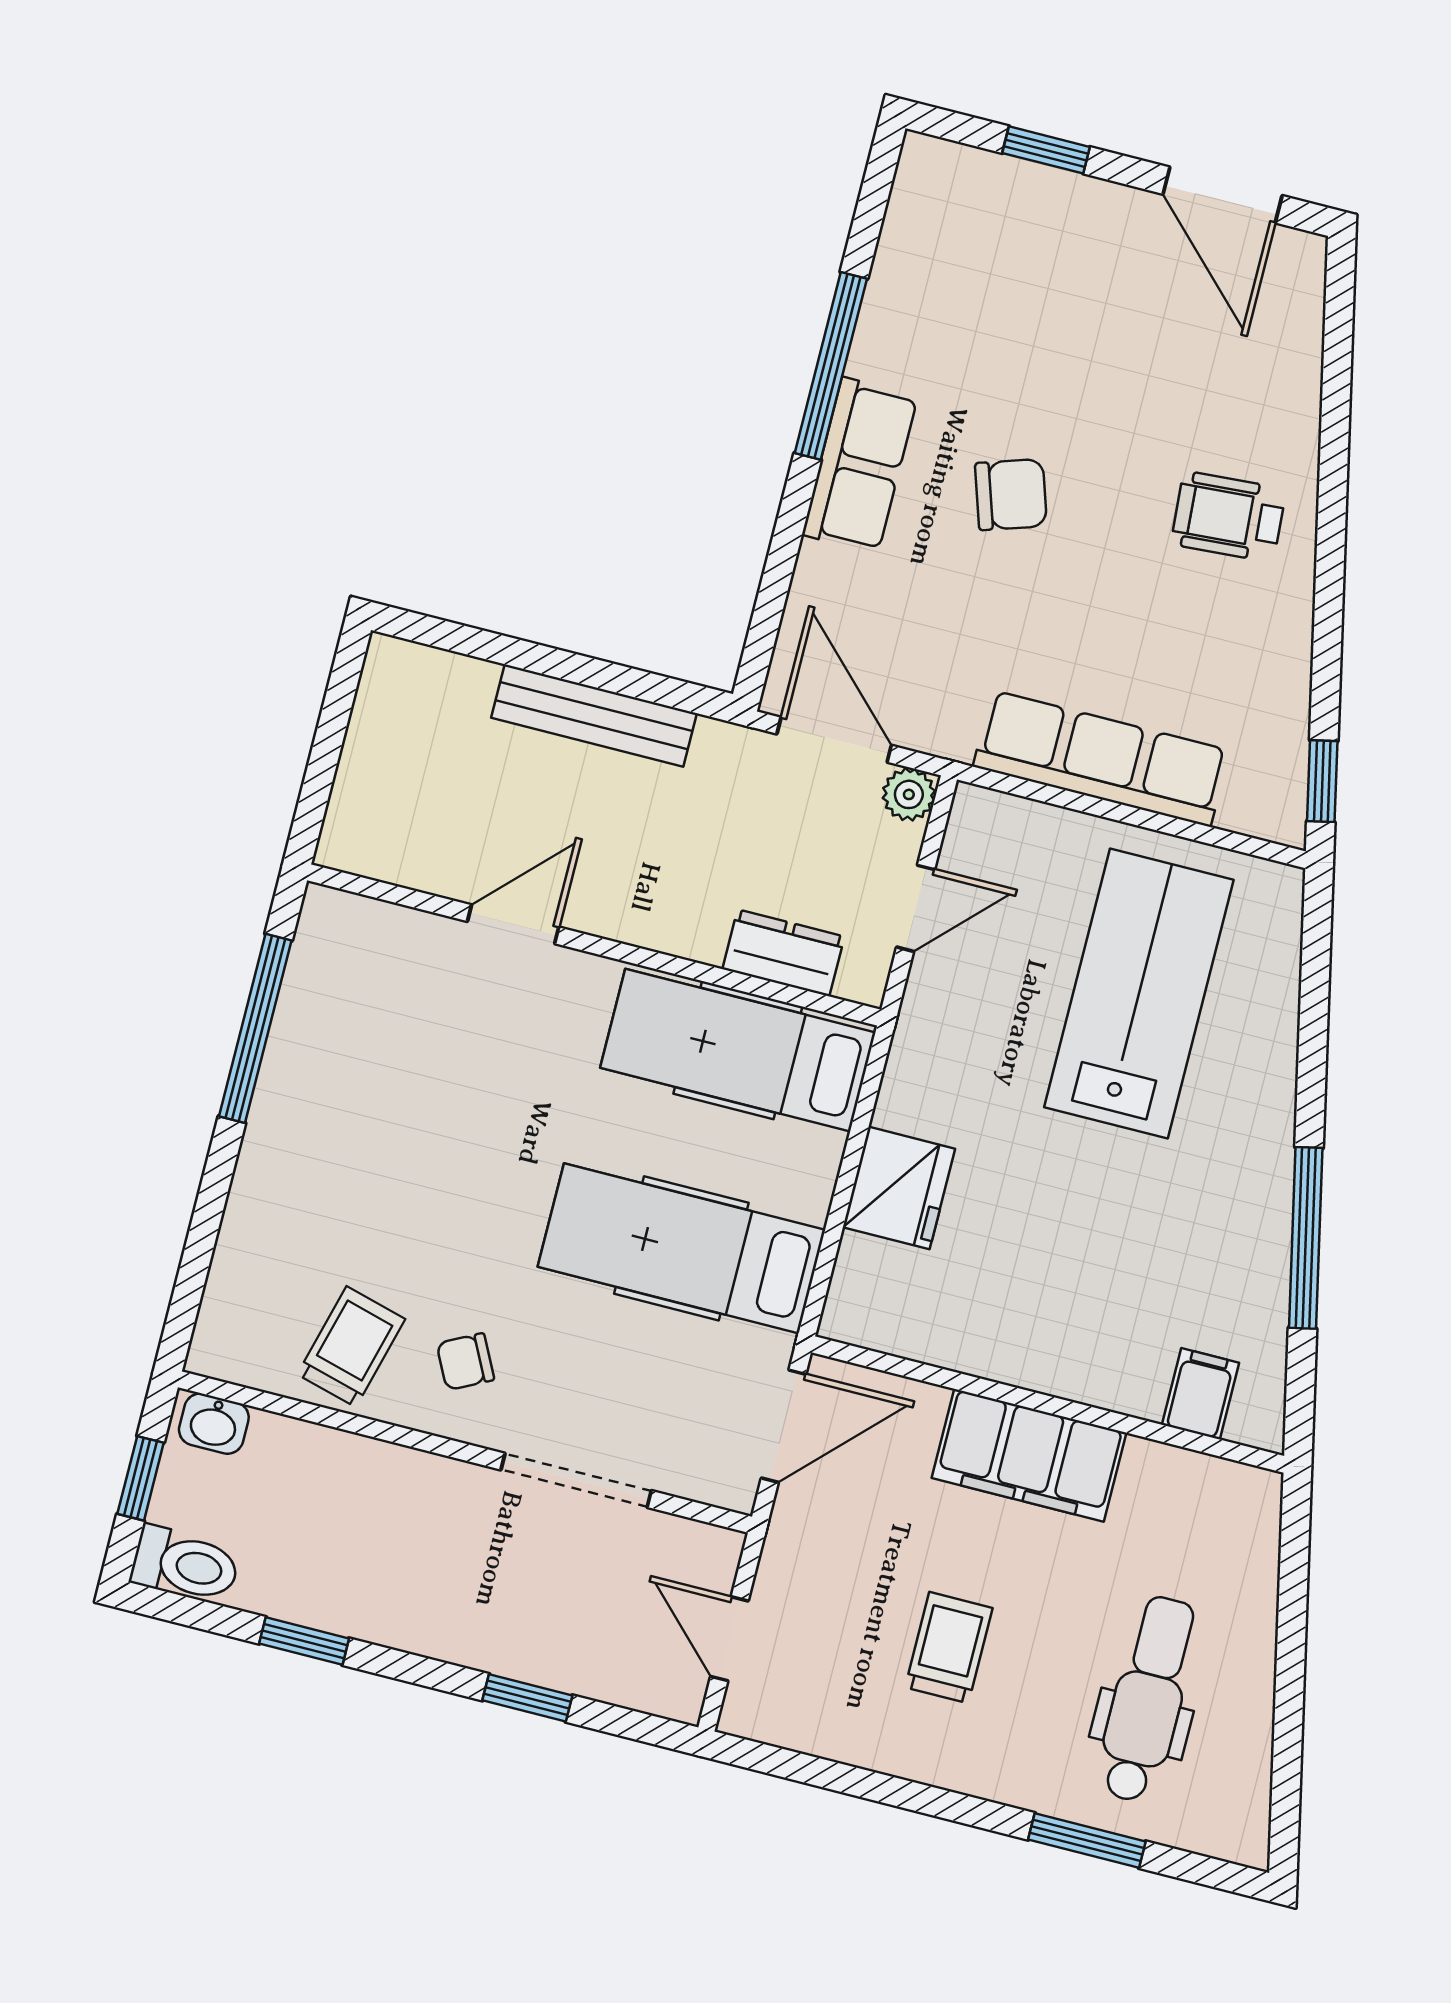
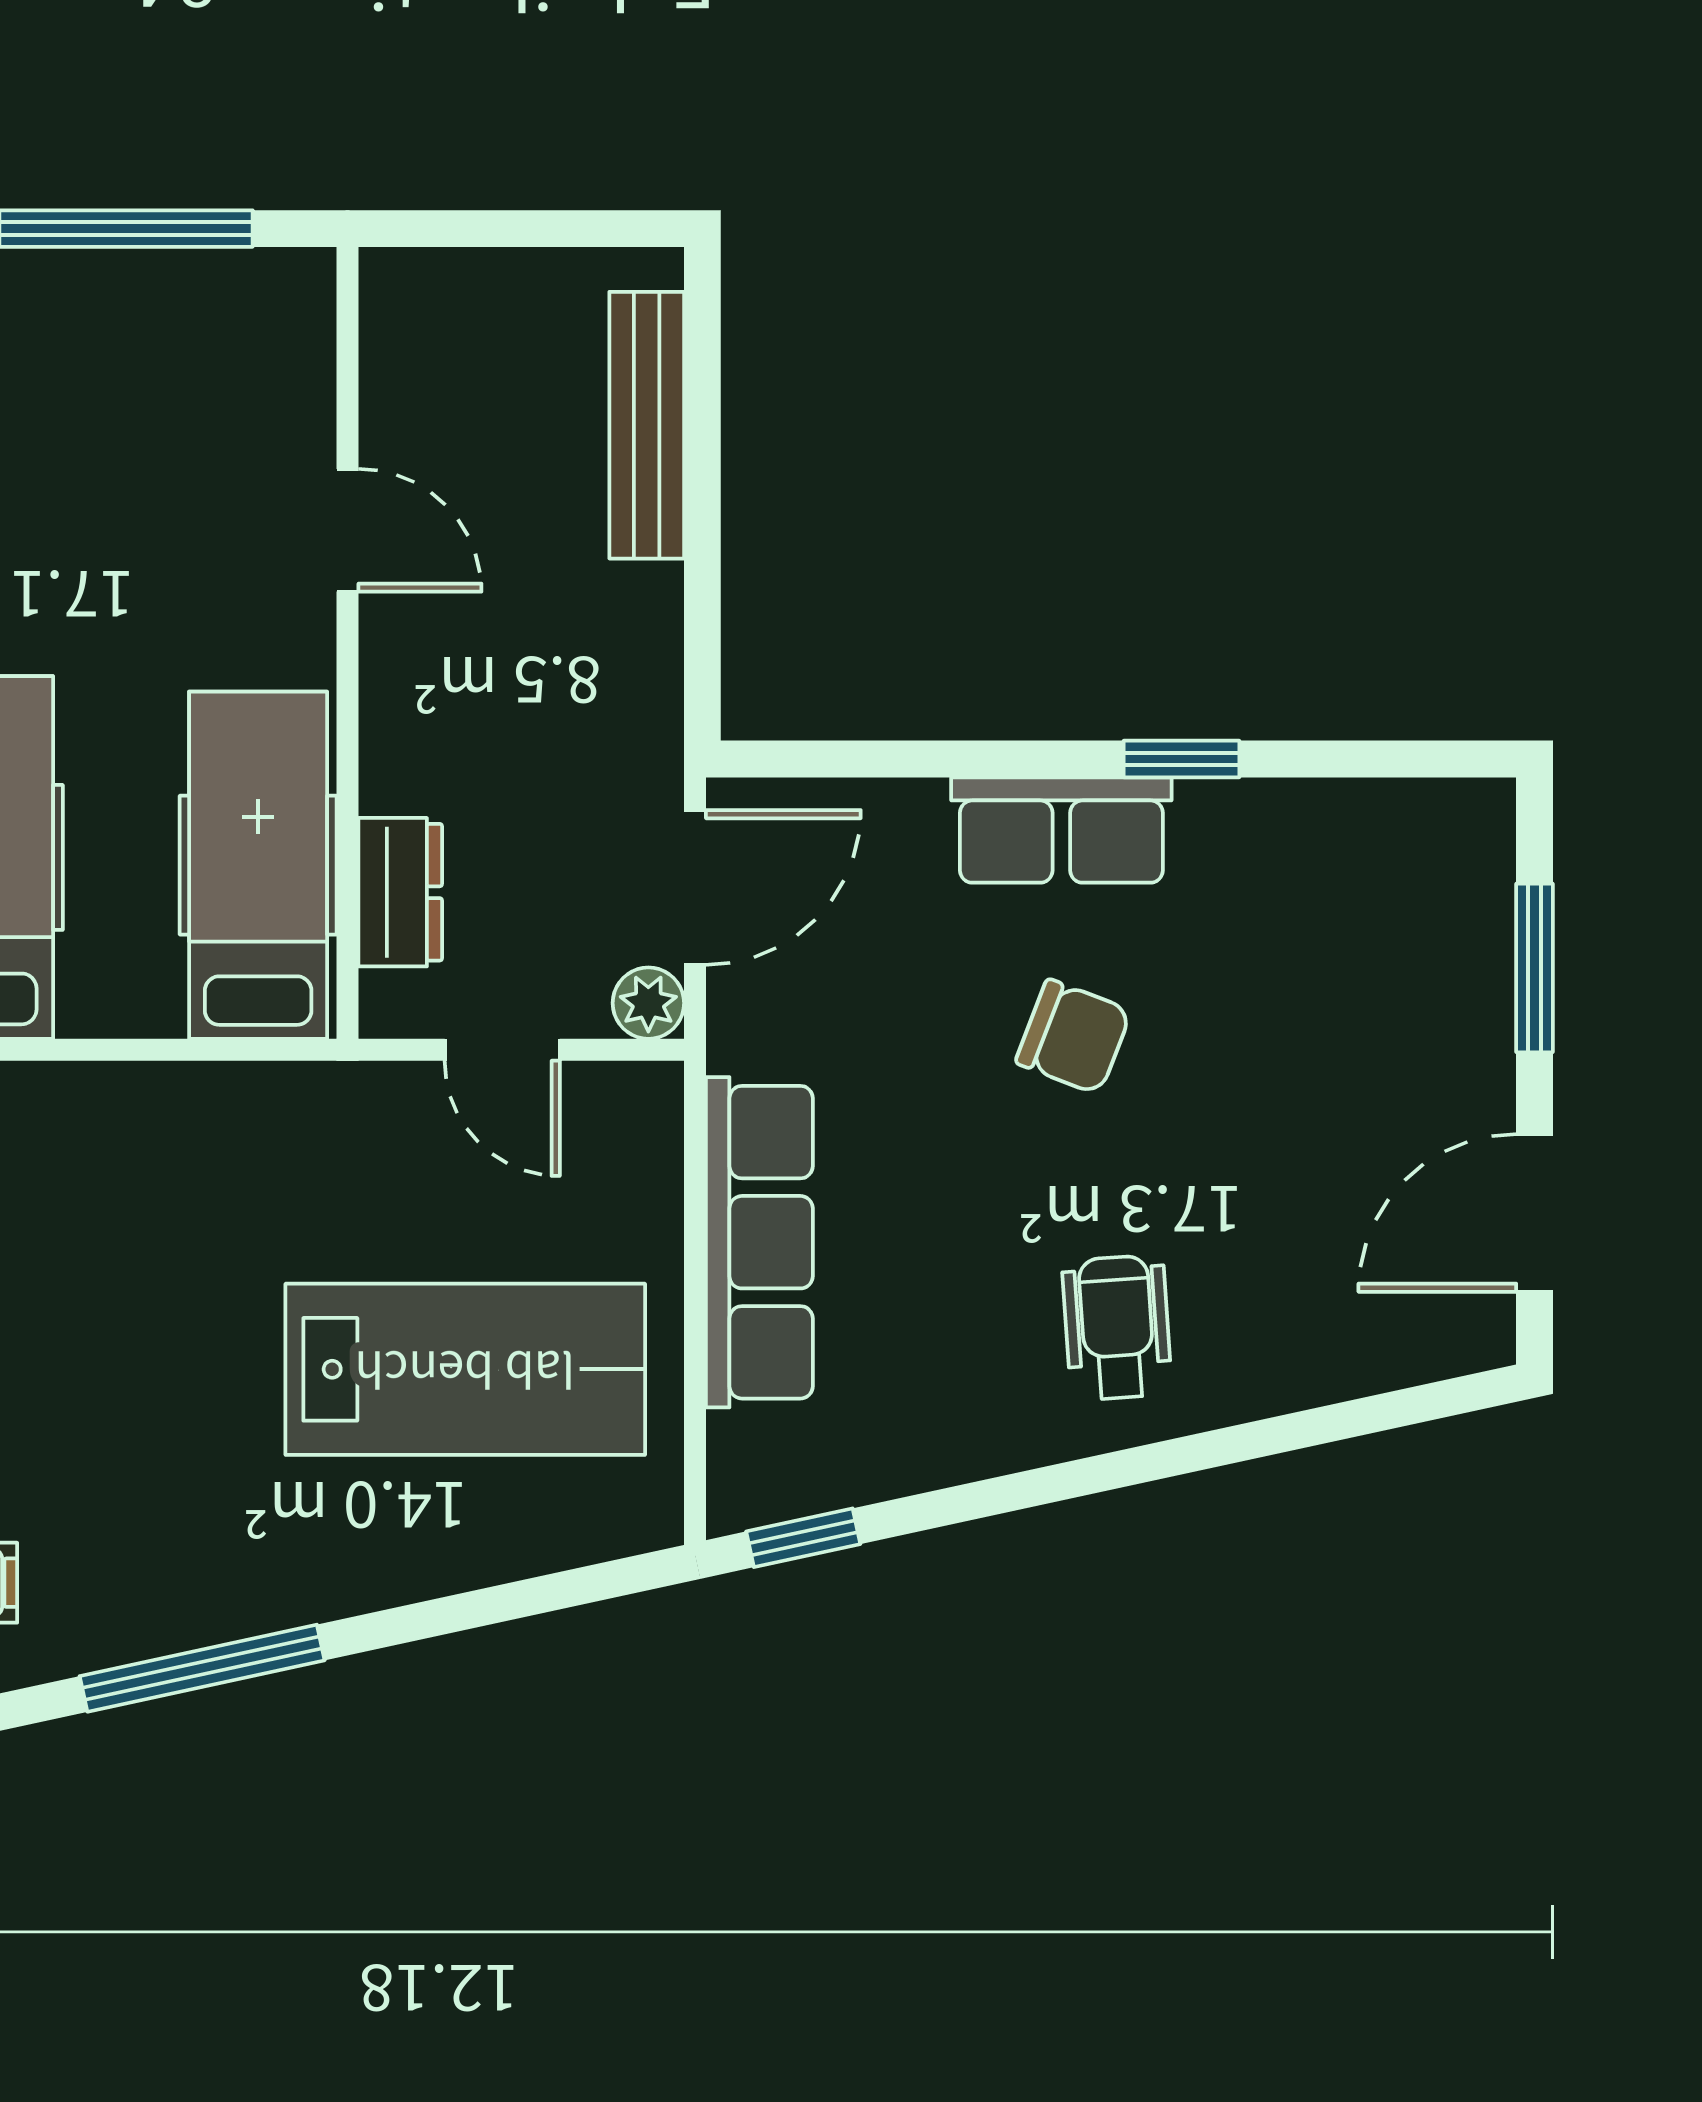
window: (1046, 150) -> (1534, 968), width x1.50
window: (831, 366) -> (1181, 759), width x0.46
chair: (1011, 495) -> (1073, 1037), turned -51
bench: (594, 715) -> (647, 425), moved
fridge: (899, 1188) -> (132, 1121), removed

